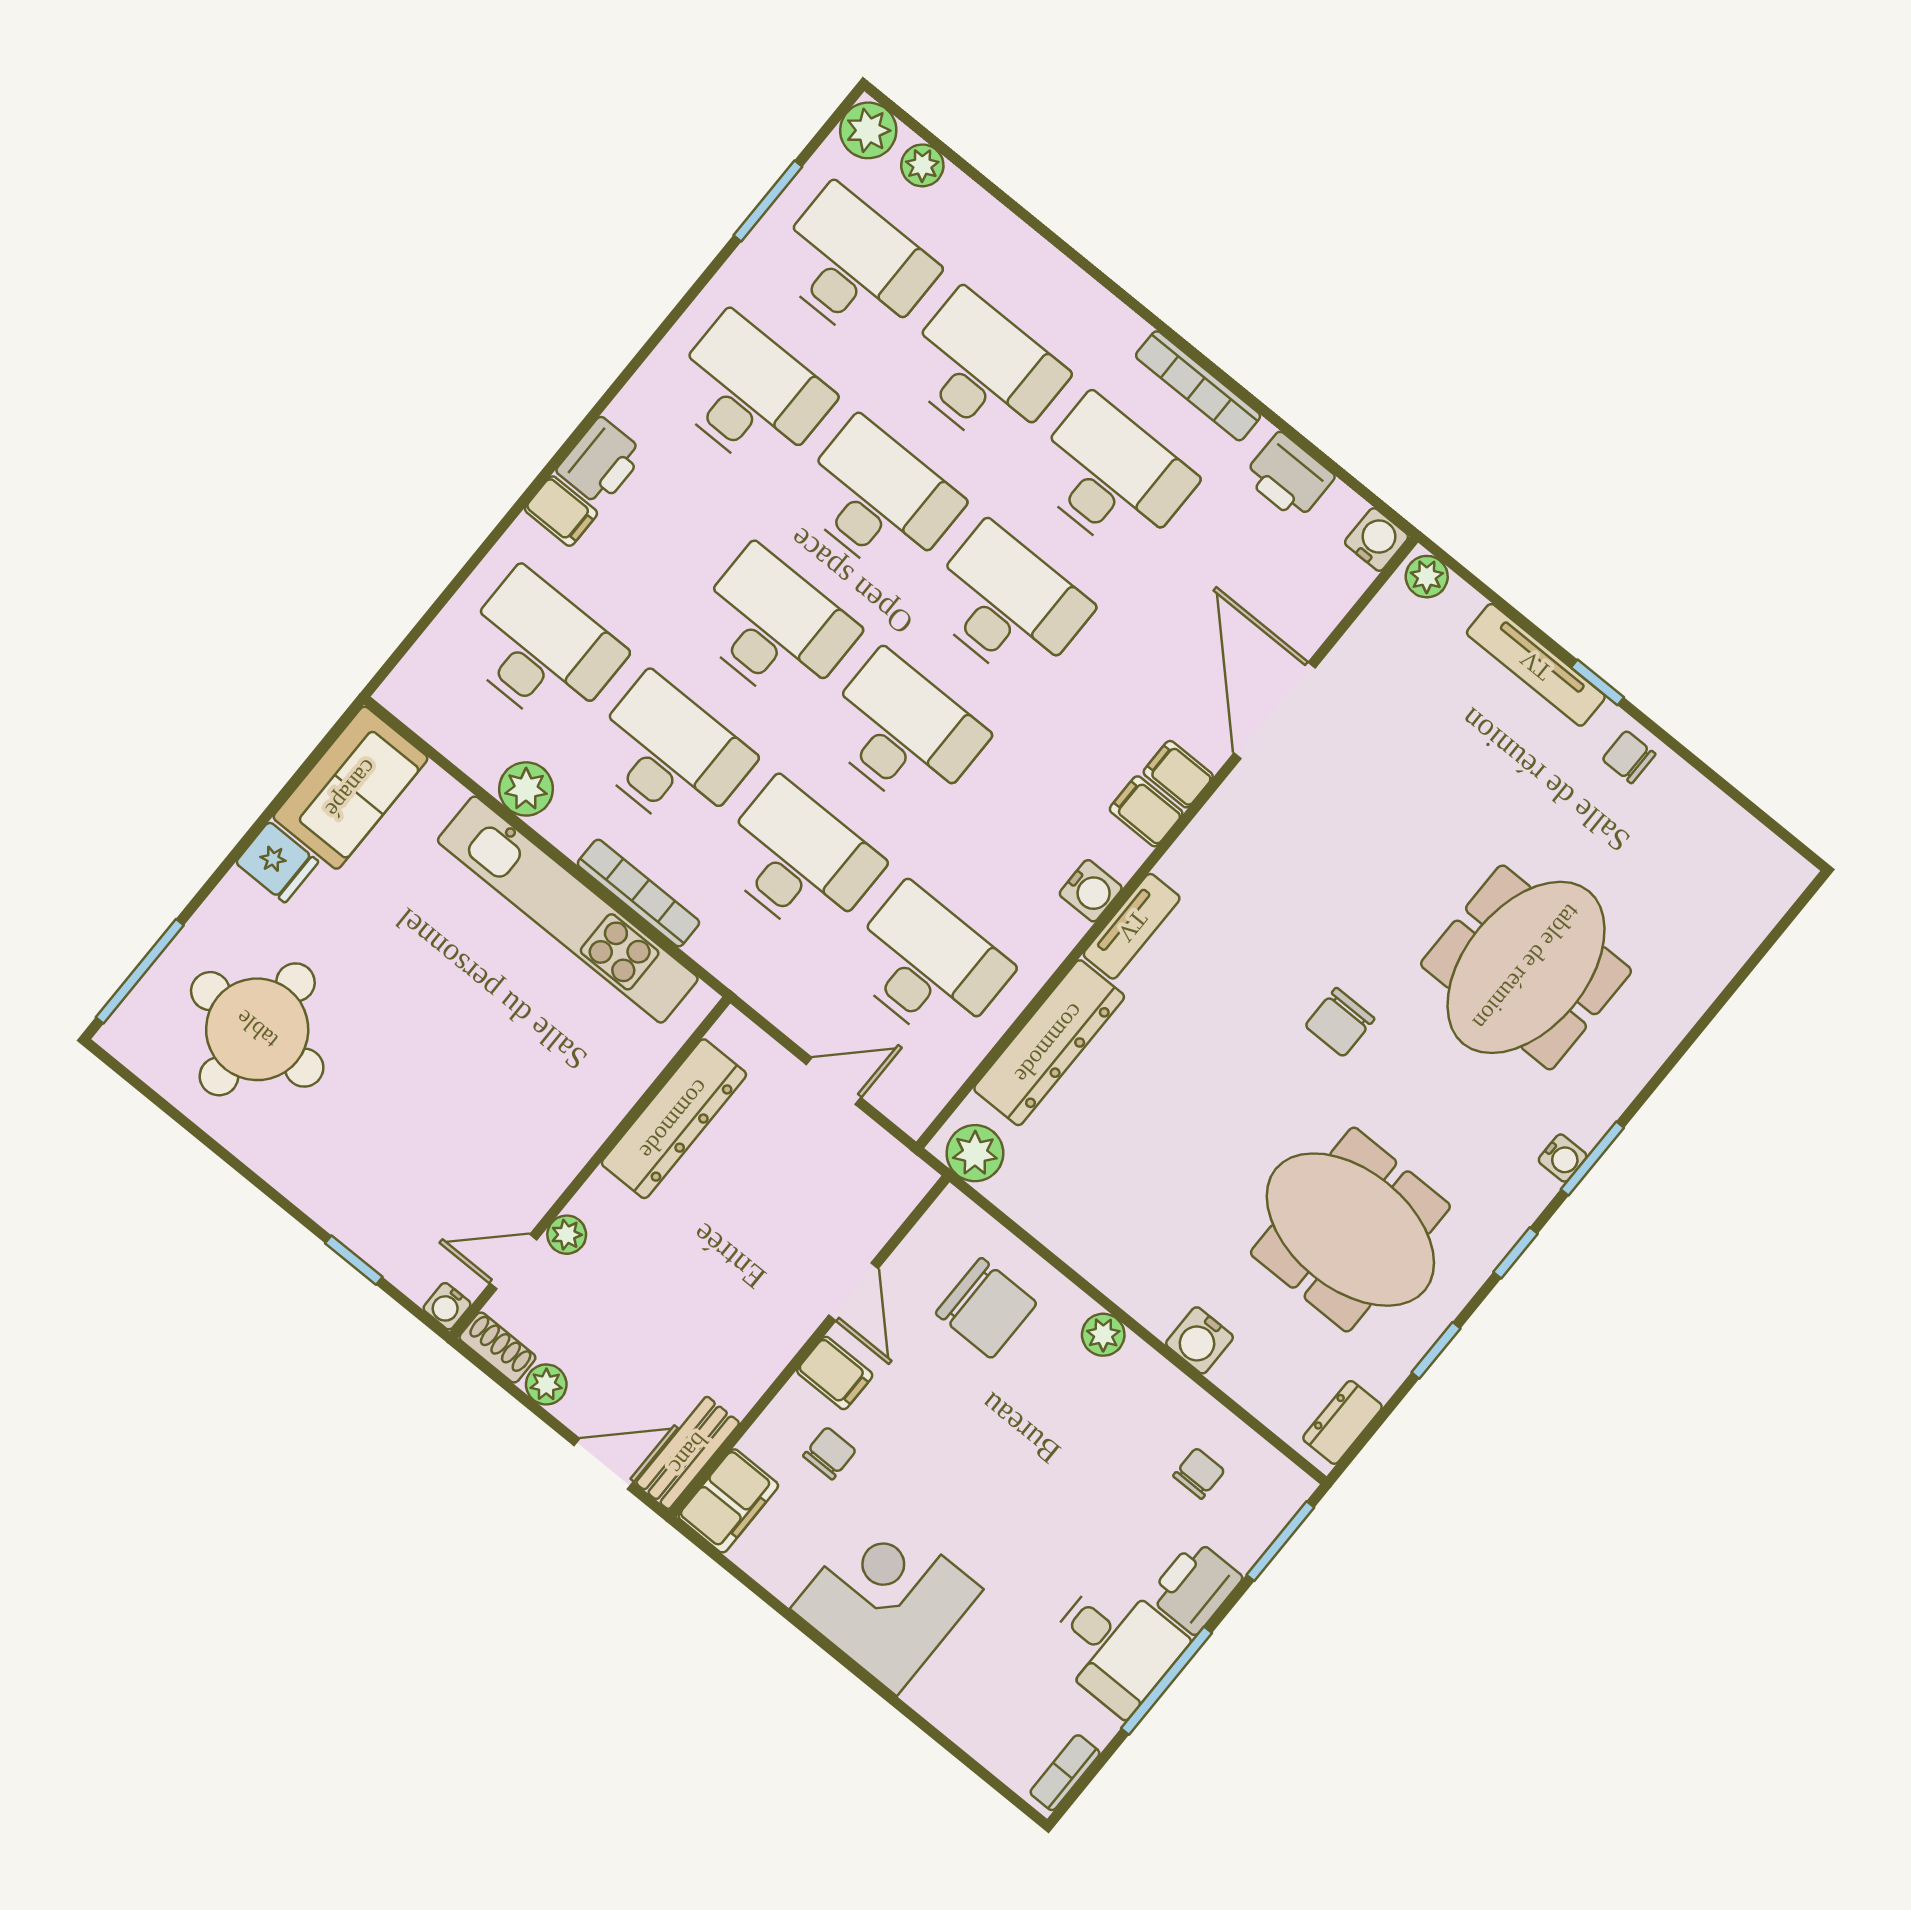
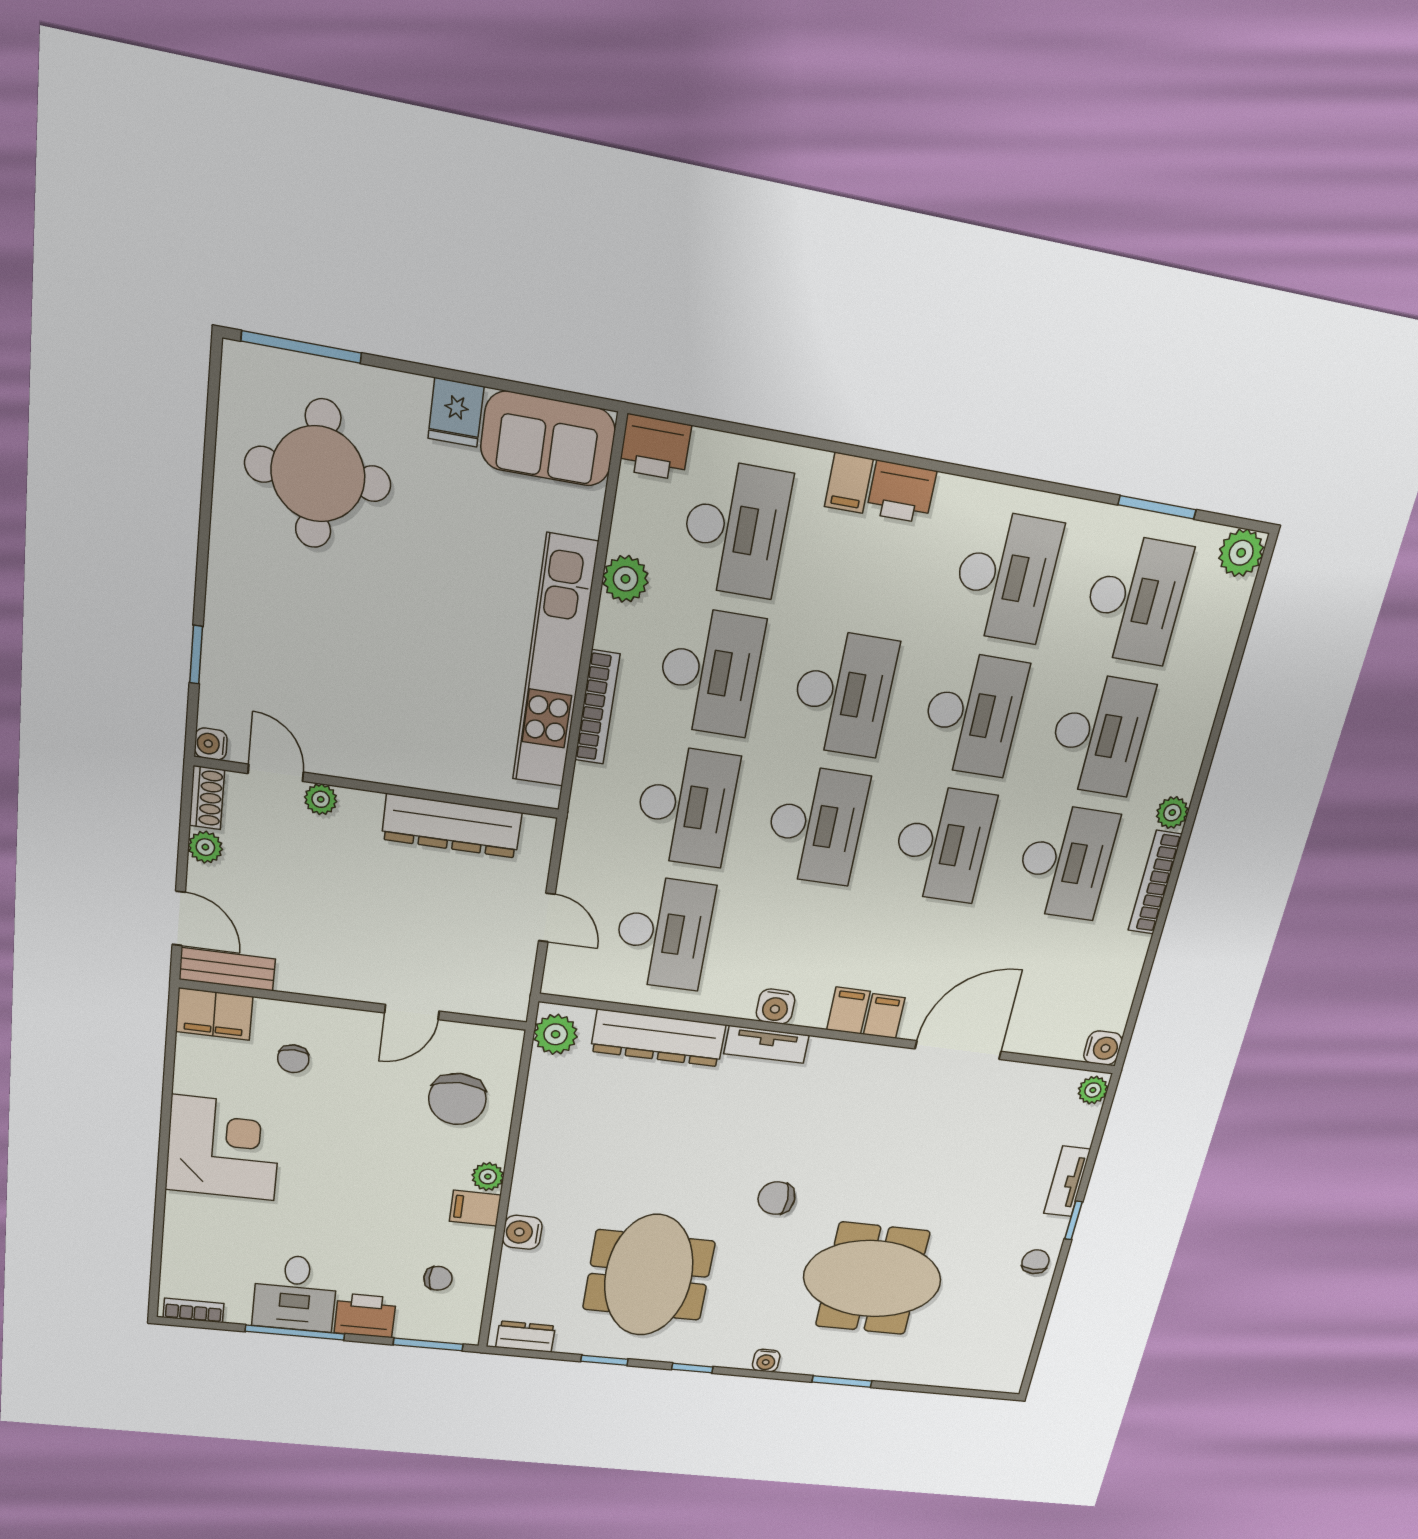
plant: (922, 165) -> (1172, 813), moved
printer: (1289, 477) -> (655, 447), moved, turned -90
tv unit: (1536, 665) -> (1067, 1181), width x0.71
window: (1592, 1158) -> (842, 1381), moved
filing cabinet: (835, 1373) -> (475, 1208), moved, turned 90
chair: (830, 1453) -> (293, 1059), turned 90

